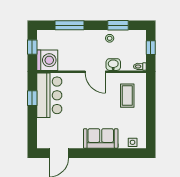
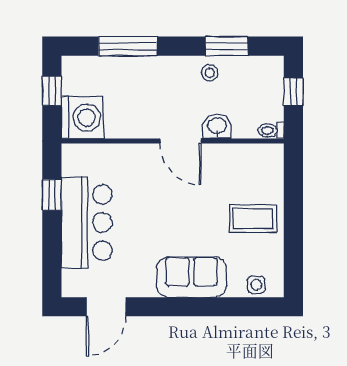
bar counter: (49, 95) -> (87, 222), moved
coffee table: (127, 96) -> (253, 219), moved, turned 90

